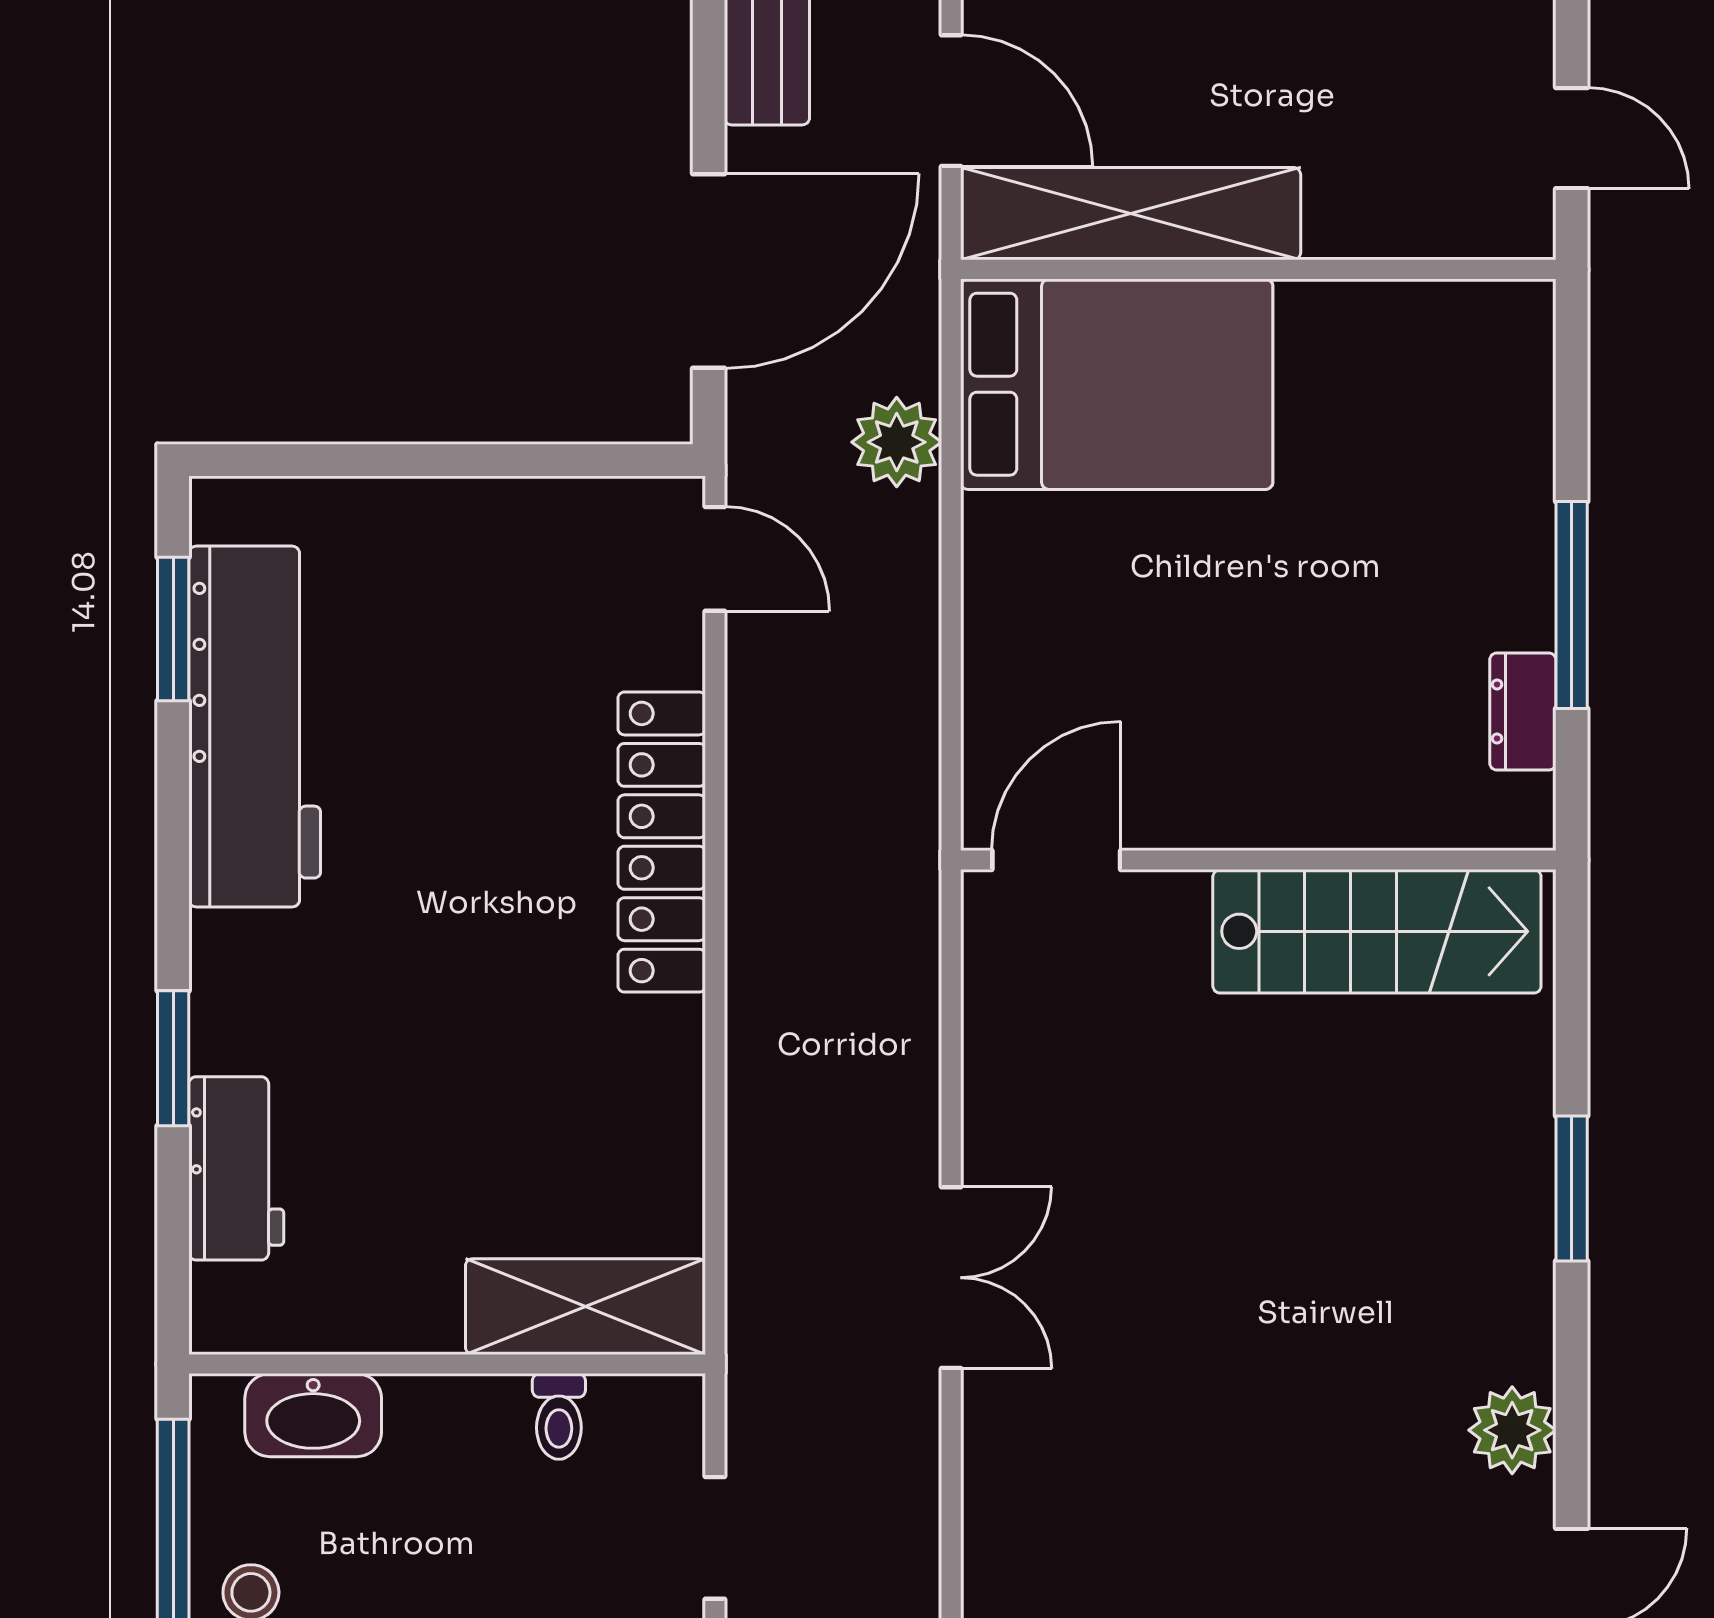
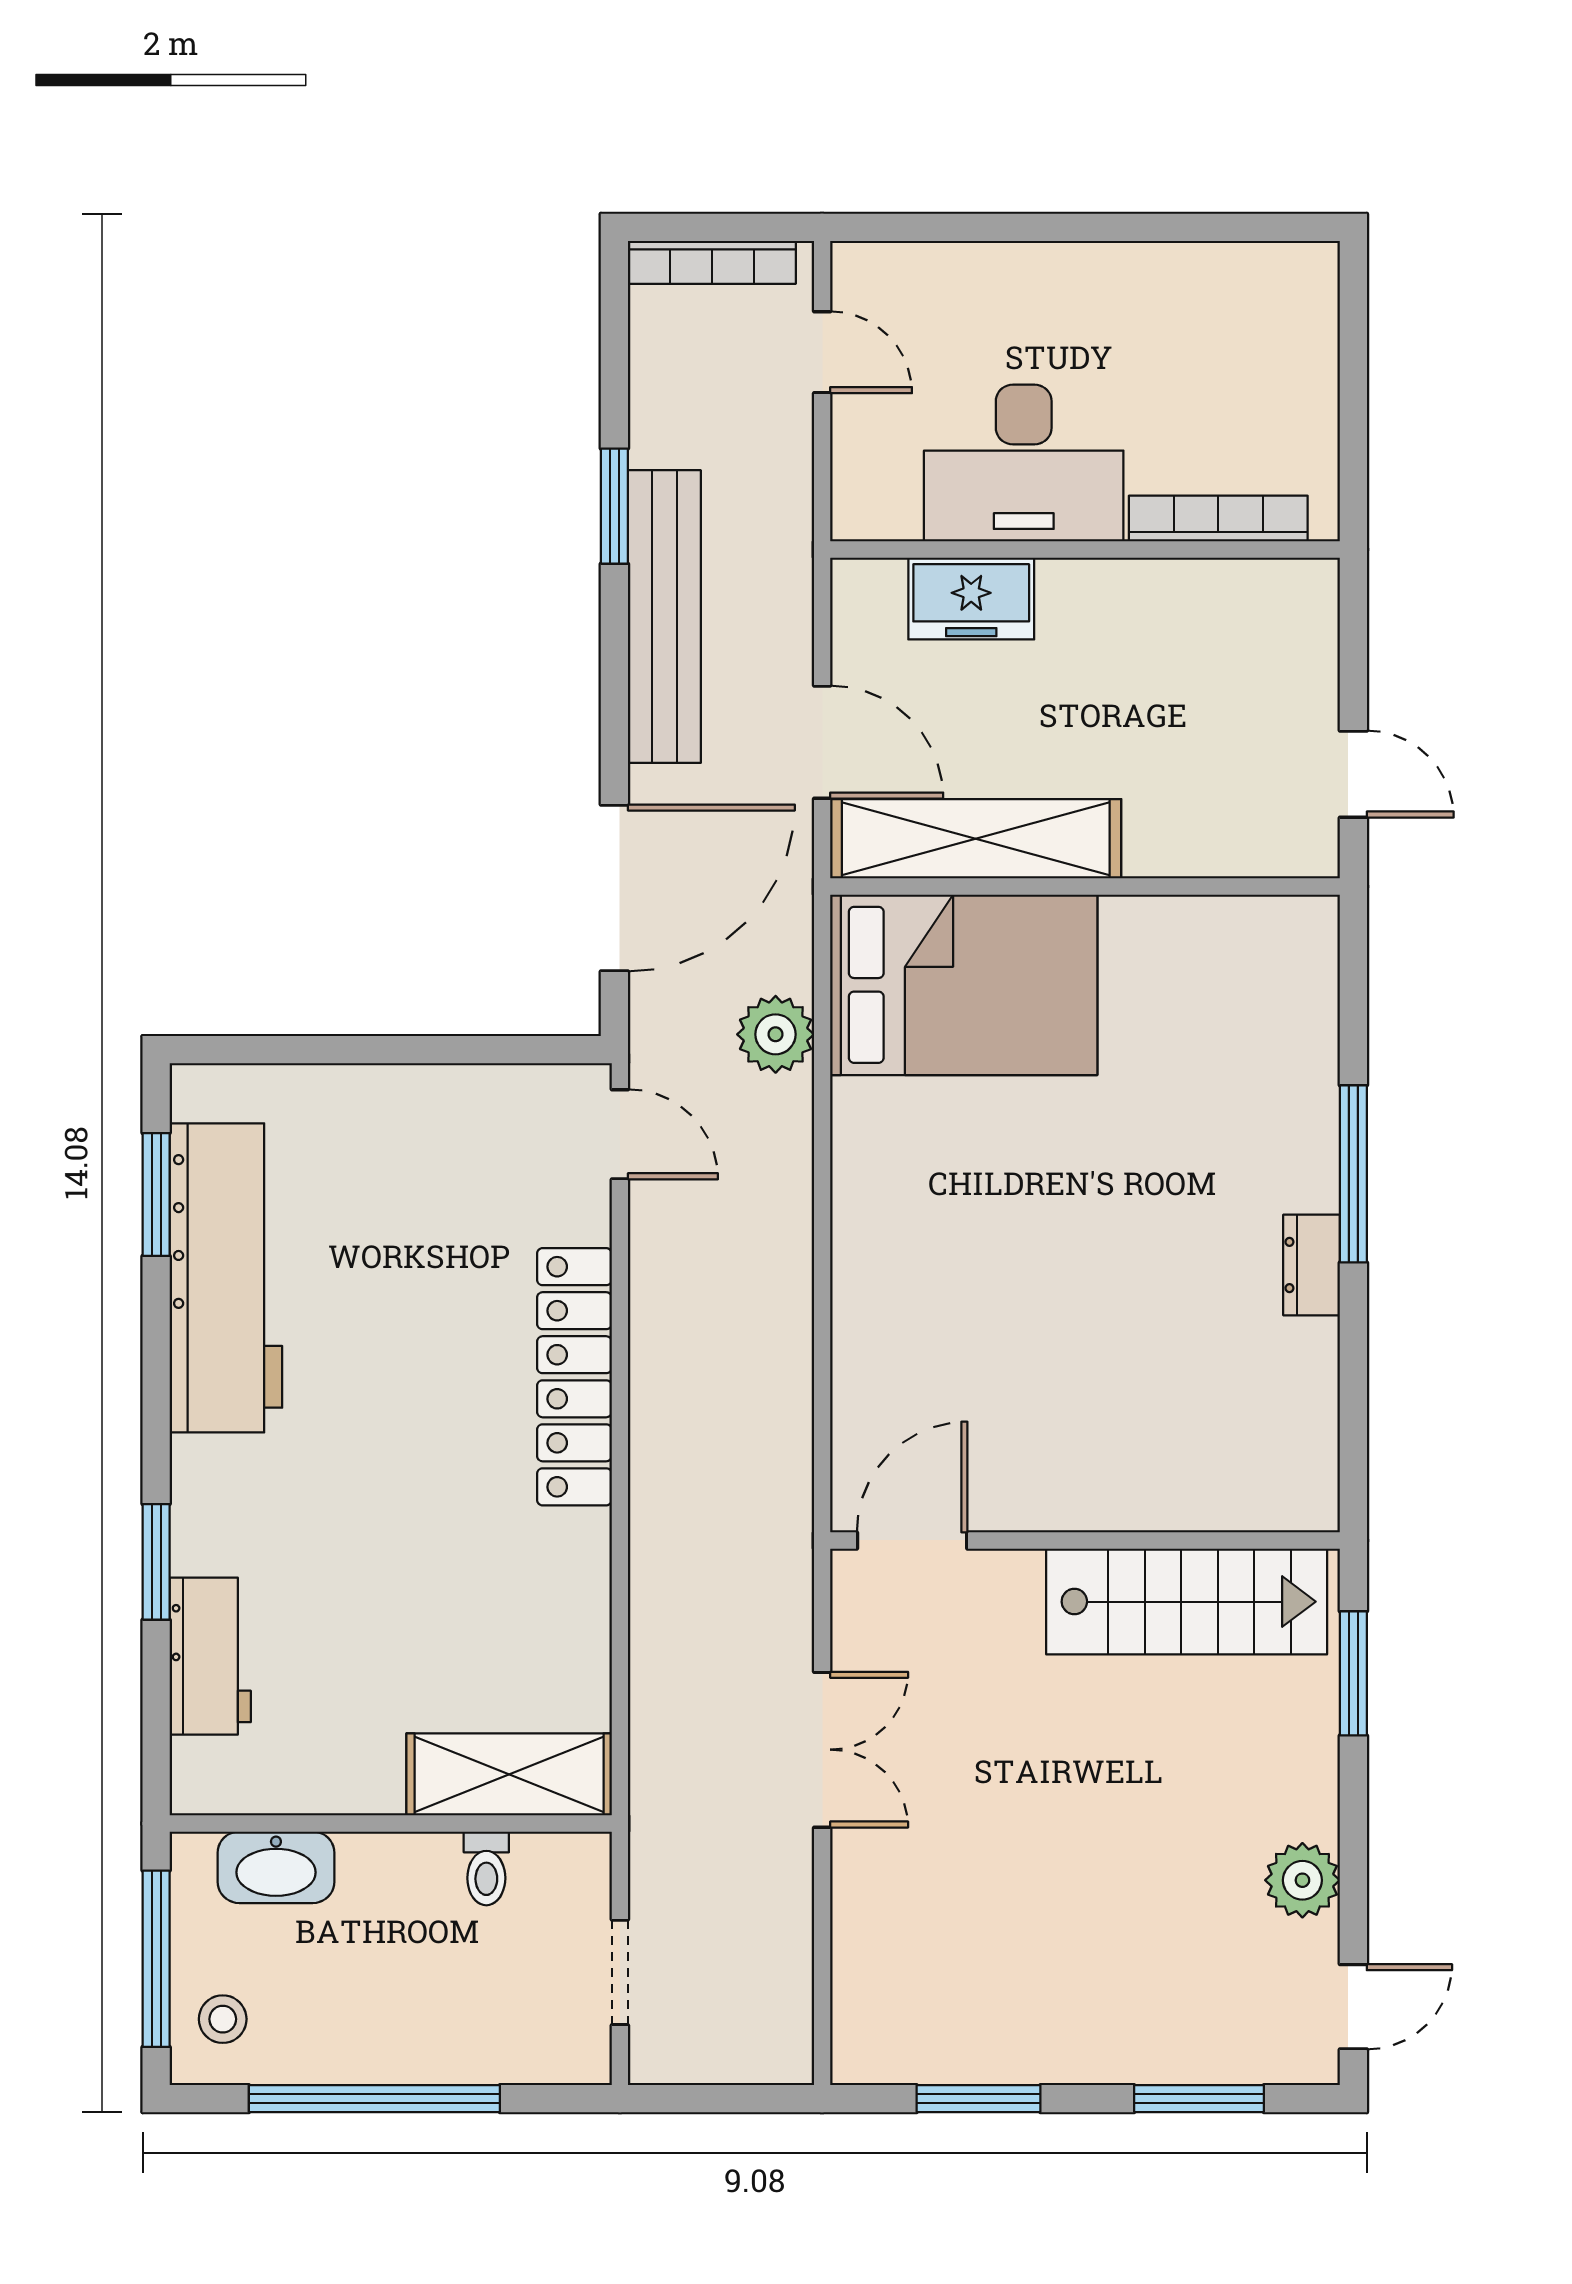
door: (1056, 860) -> (912, 1540), moved
wall: (1258, 860) -> (1085, 1540), moved
stairs: (1377, 931) -> (1187, 1602), moved

